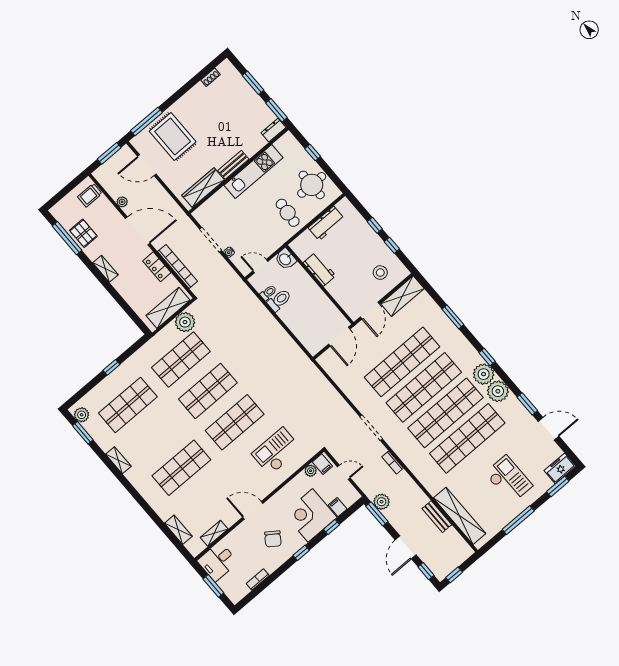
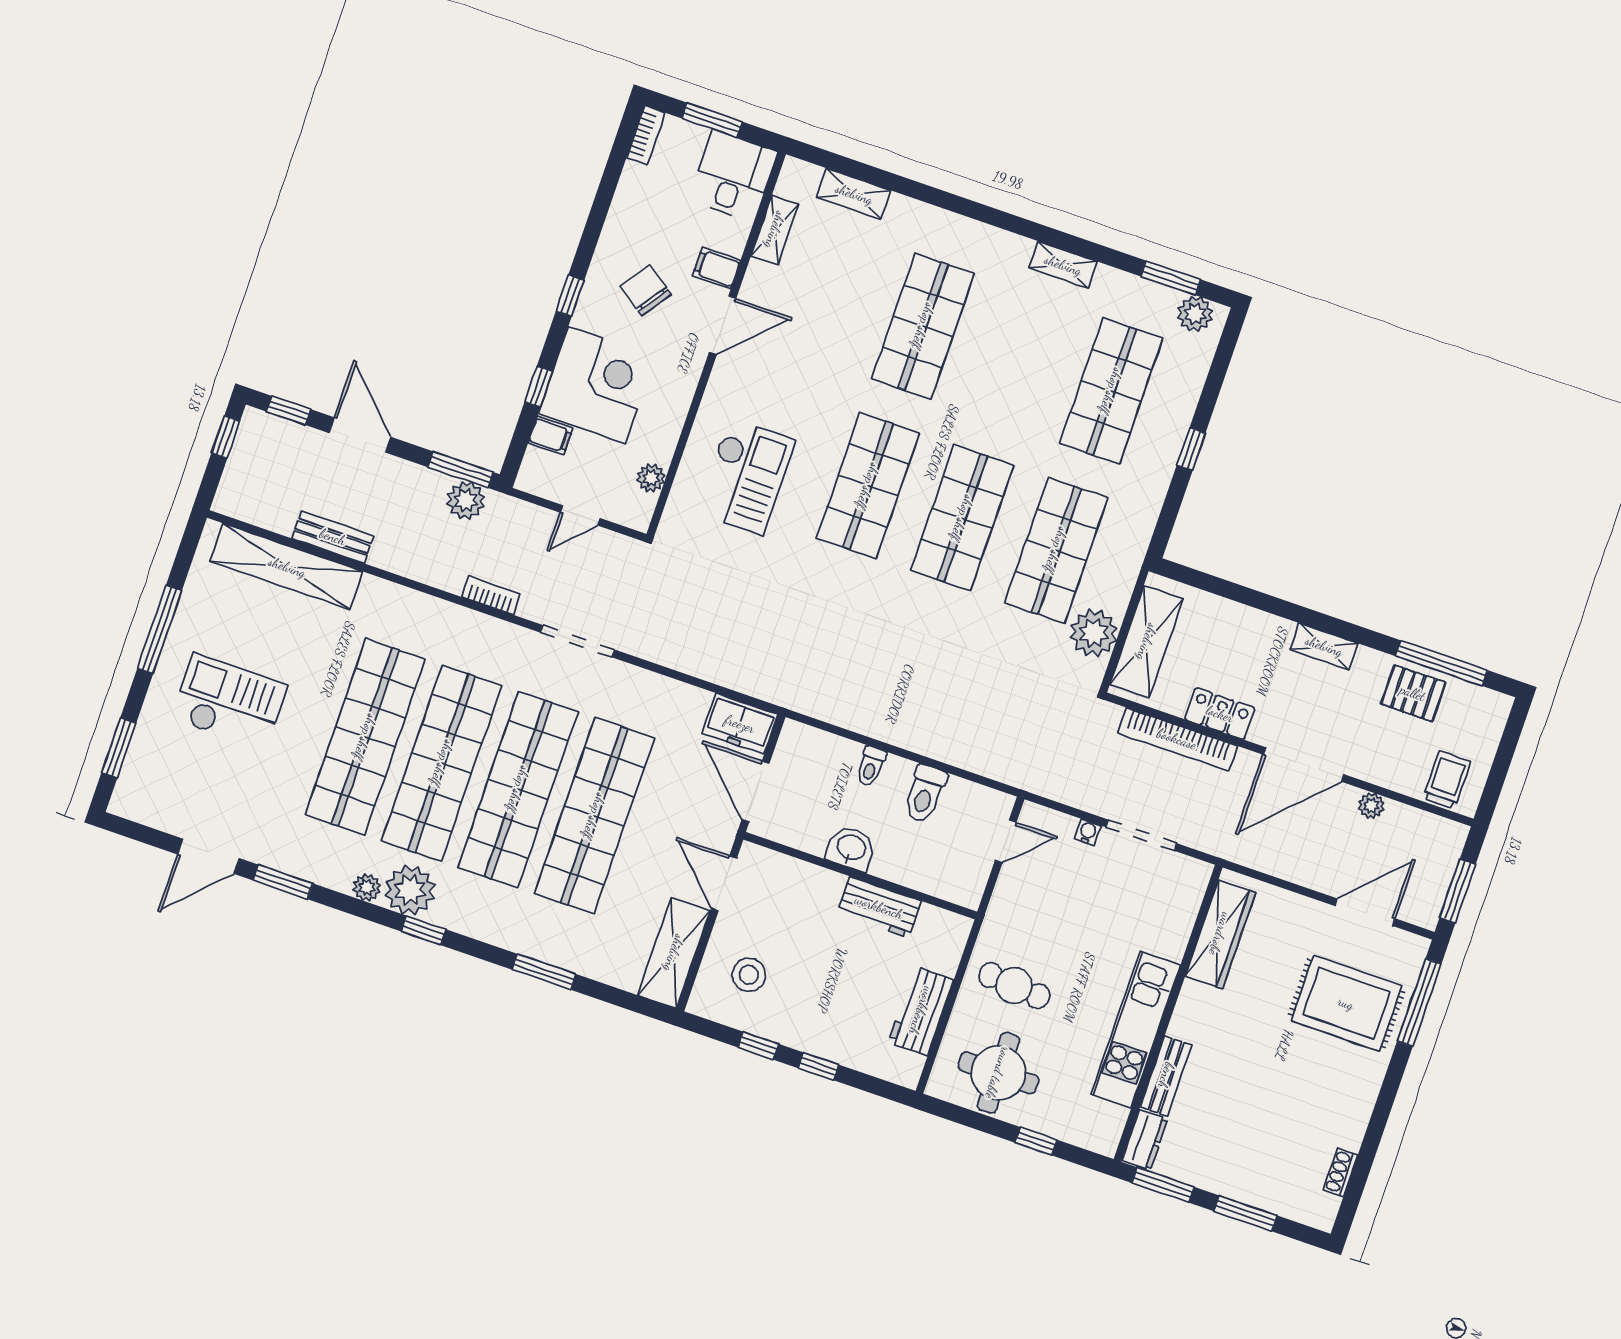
bench: (233, 165) -> (1166, 1076), moved
washbasin: (285, 259) -> (851, 848), moved
toilet: (268, 293) -> (871, 766), moved
plant: (498, 391) -> (367, 888), width x0.53, depth x0.53
filing cabinet: (322, 464) -> (717, 268), moved
freezer: (560, 468) -> (740, 724), moved, turned 90
checkout: (509, 479) -> (229, 702), turned 180
bookcase: (258, 580) -> (646, 135), moved

